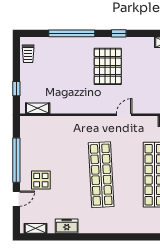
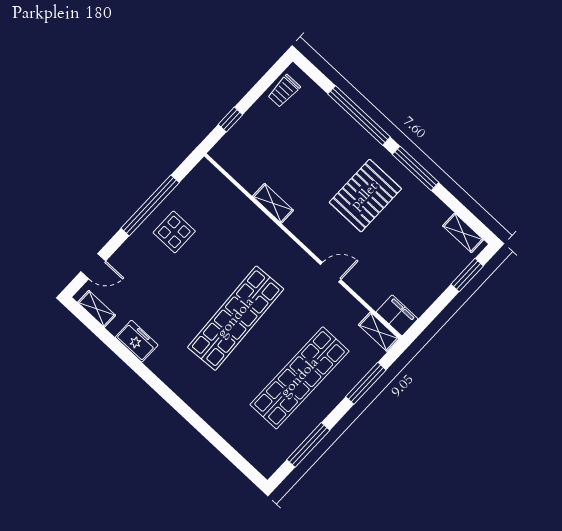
window: (119, 33) -> (416, 168), width x2.17
shelving: (38, 108) -> (273, 203), moved
display table: (41, 180) -> (174, 232), moved
door: (16, 199) -> (93, 266), moved

